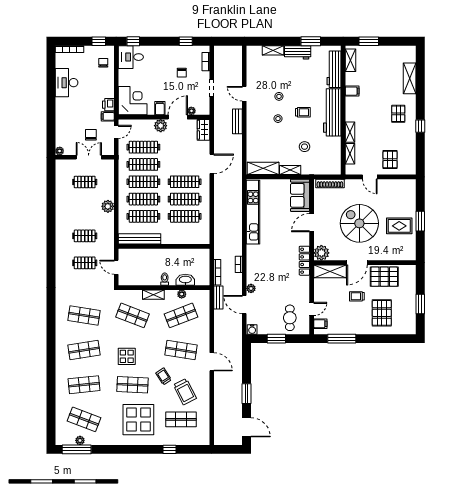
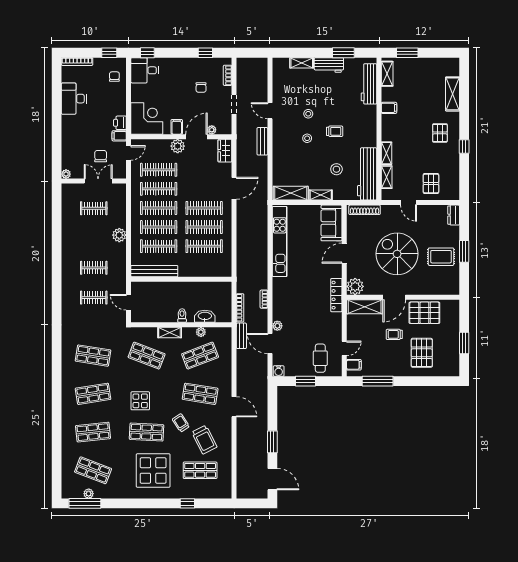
workbench: (332, 112) -> (367, 174), moved
dresser: (411, 188) -> (454, 215), added

